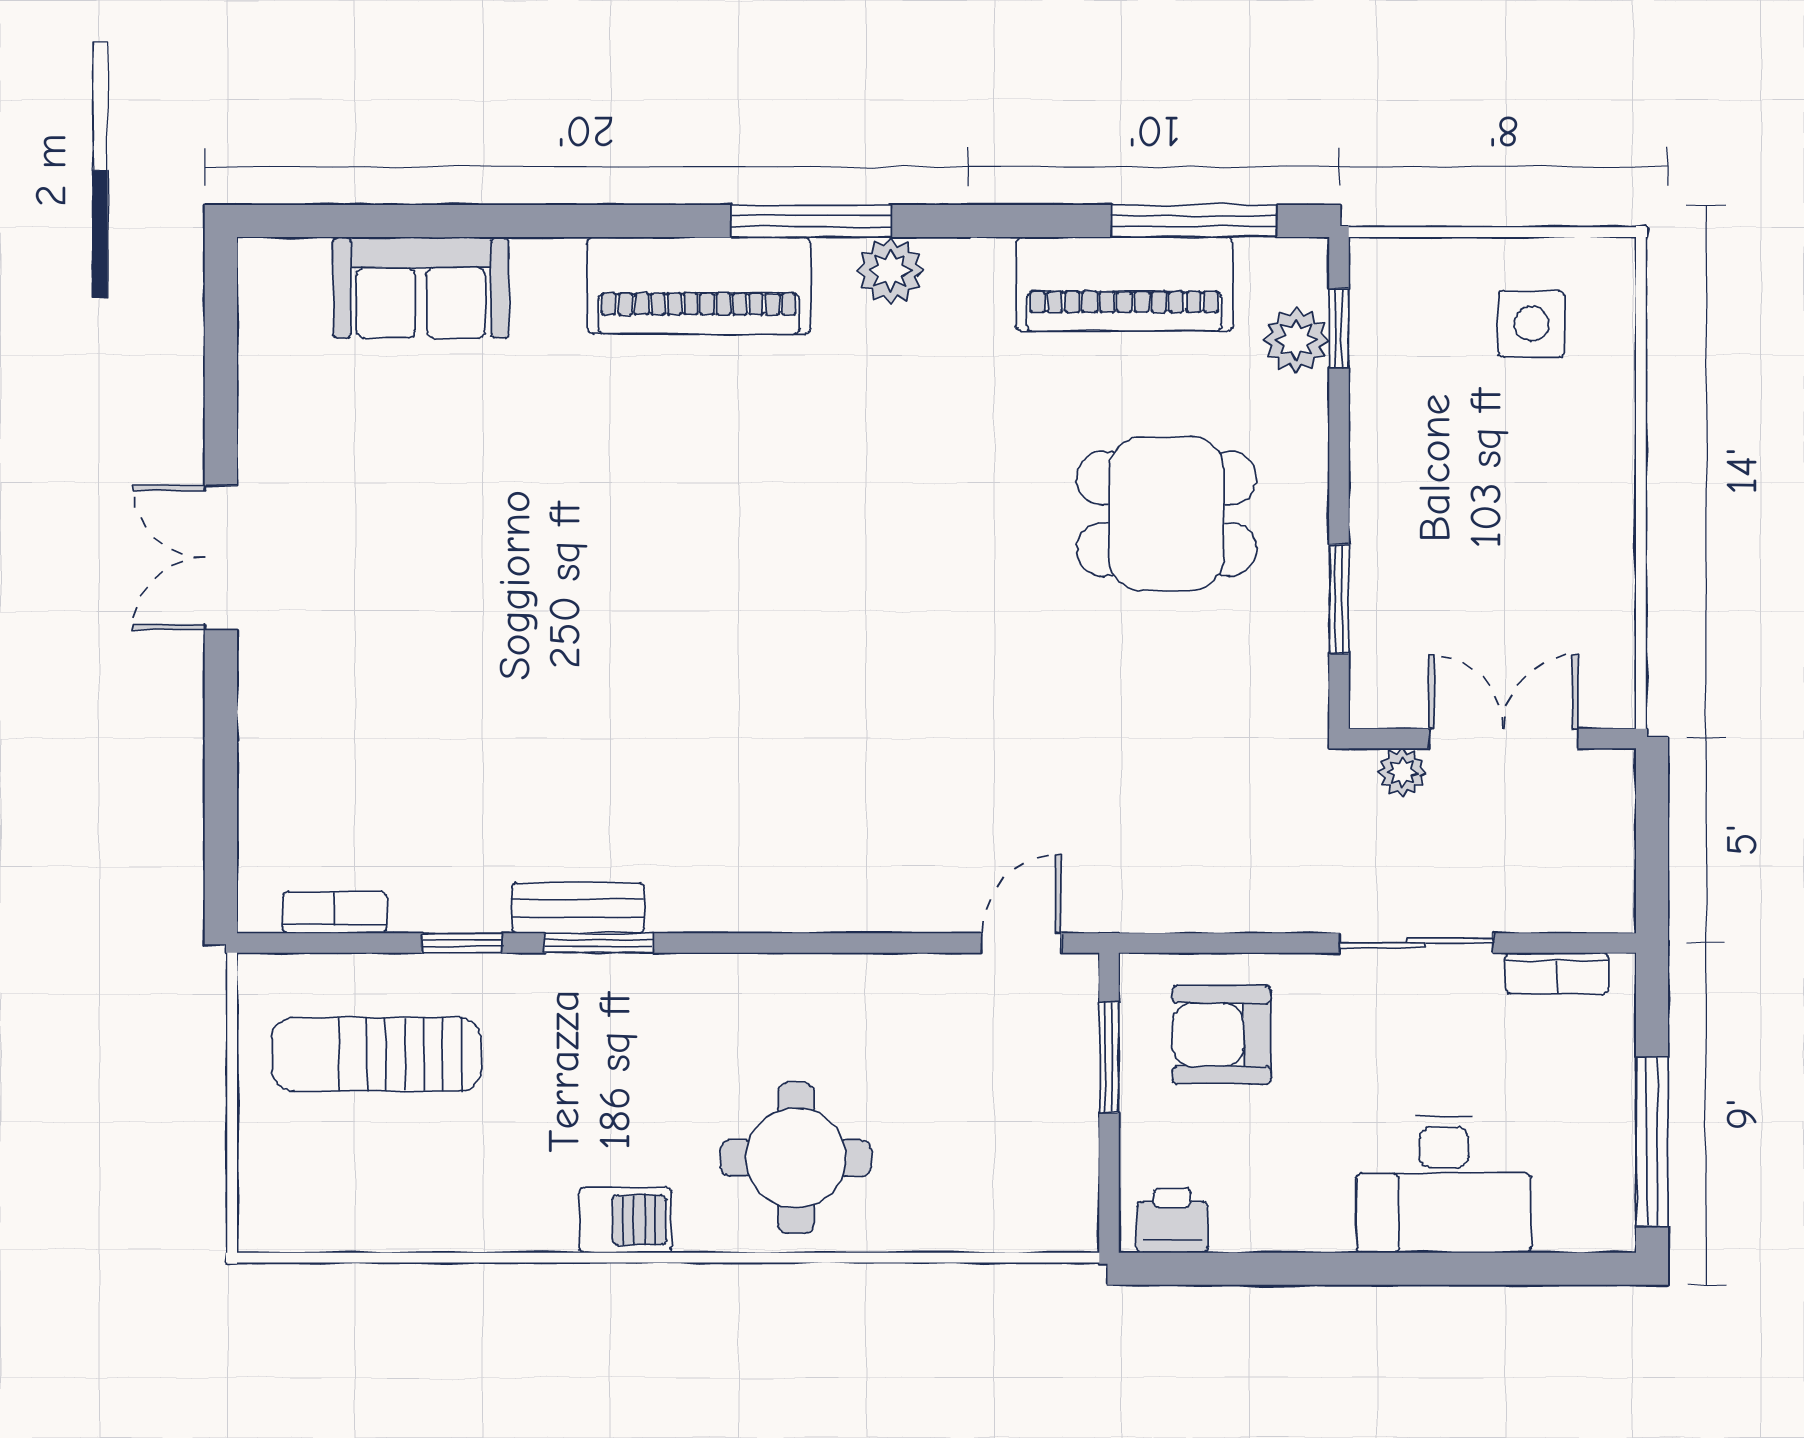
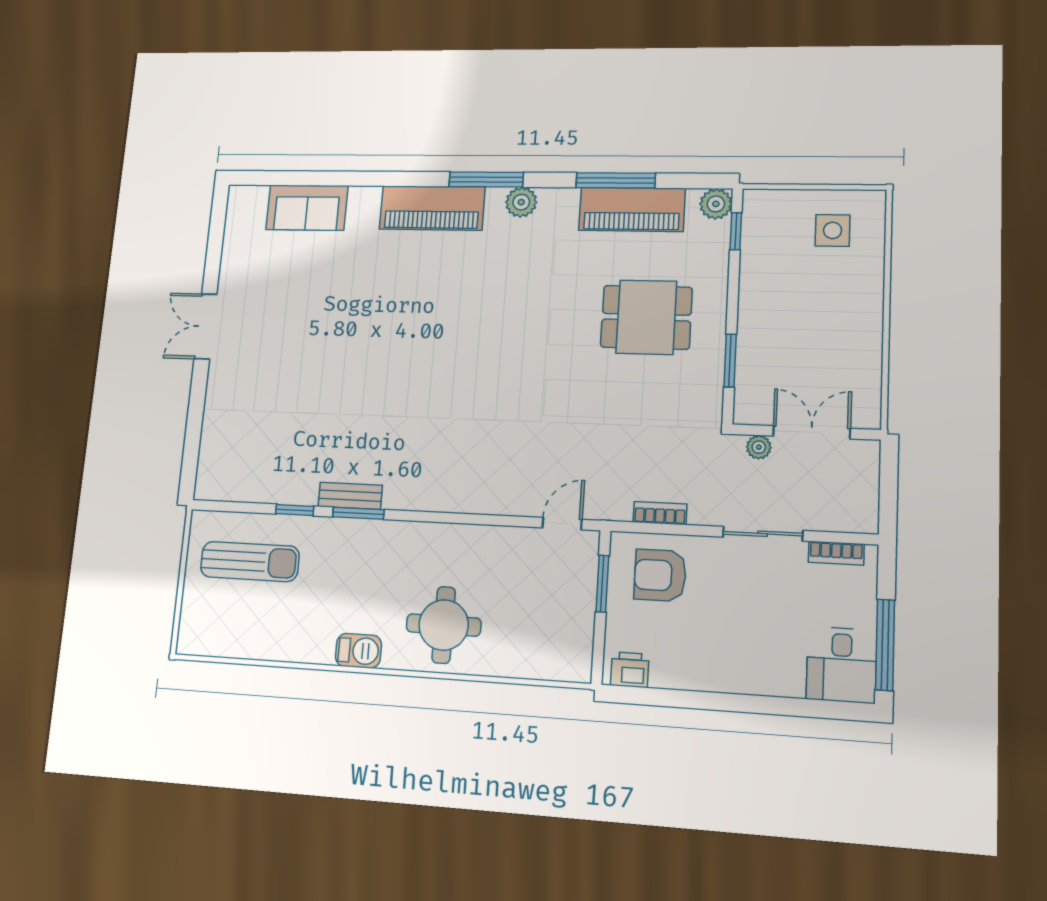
window: (1194, 221) -> (616, 180), moved
plant: (1296, 340) -> (716, 204), moved
bookcase: (335, 913) -> (660, 513), moved
sun lounger: (376, 1054) -> (250, 562), turned 180
desk: (1444, 1184) -> (841, 665), moved, width x0.73

